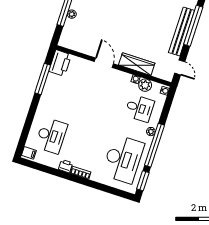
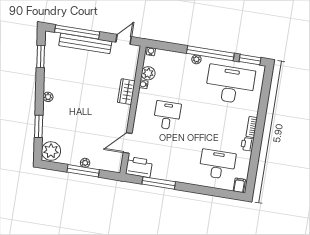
door: (104, 63) -> (128, 143), moved
wardrobe: (137, 64) -> (126, 92), width x0.67
desk: (139, 108) -> (167, 115), moved

